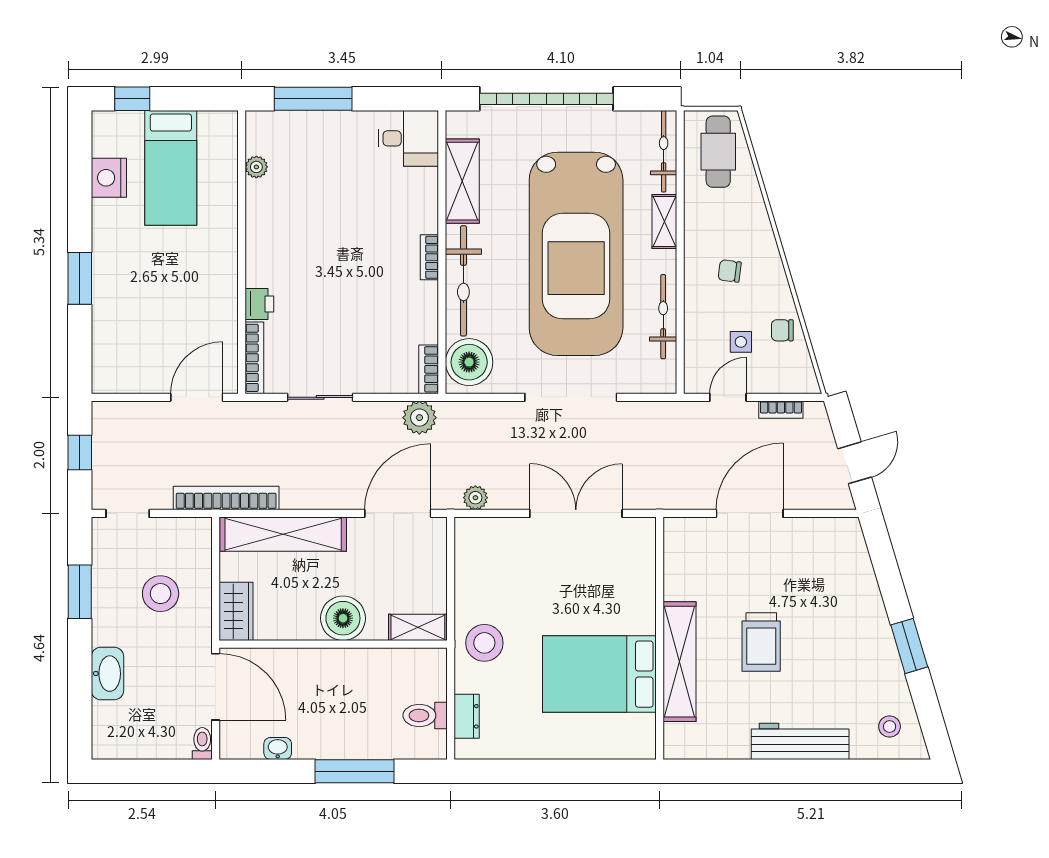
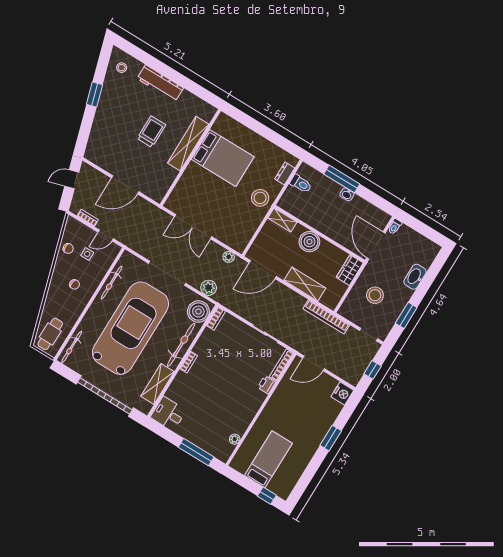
nightstand: (109, 178) -> (342, 394), moved
shelving: (664, 222) -> (88, 320), removed
plant: (419, 418) -> (209, 288), moved
shelving: (283, 534) -> (305, 284), width x0.68
washbasin: (278, 748) -> (347, 194), moved

